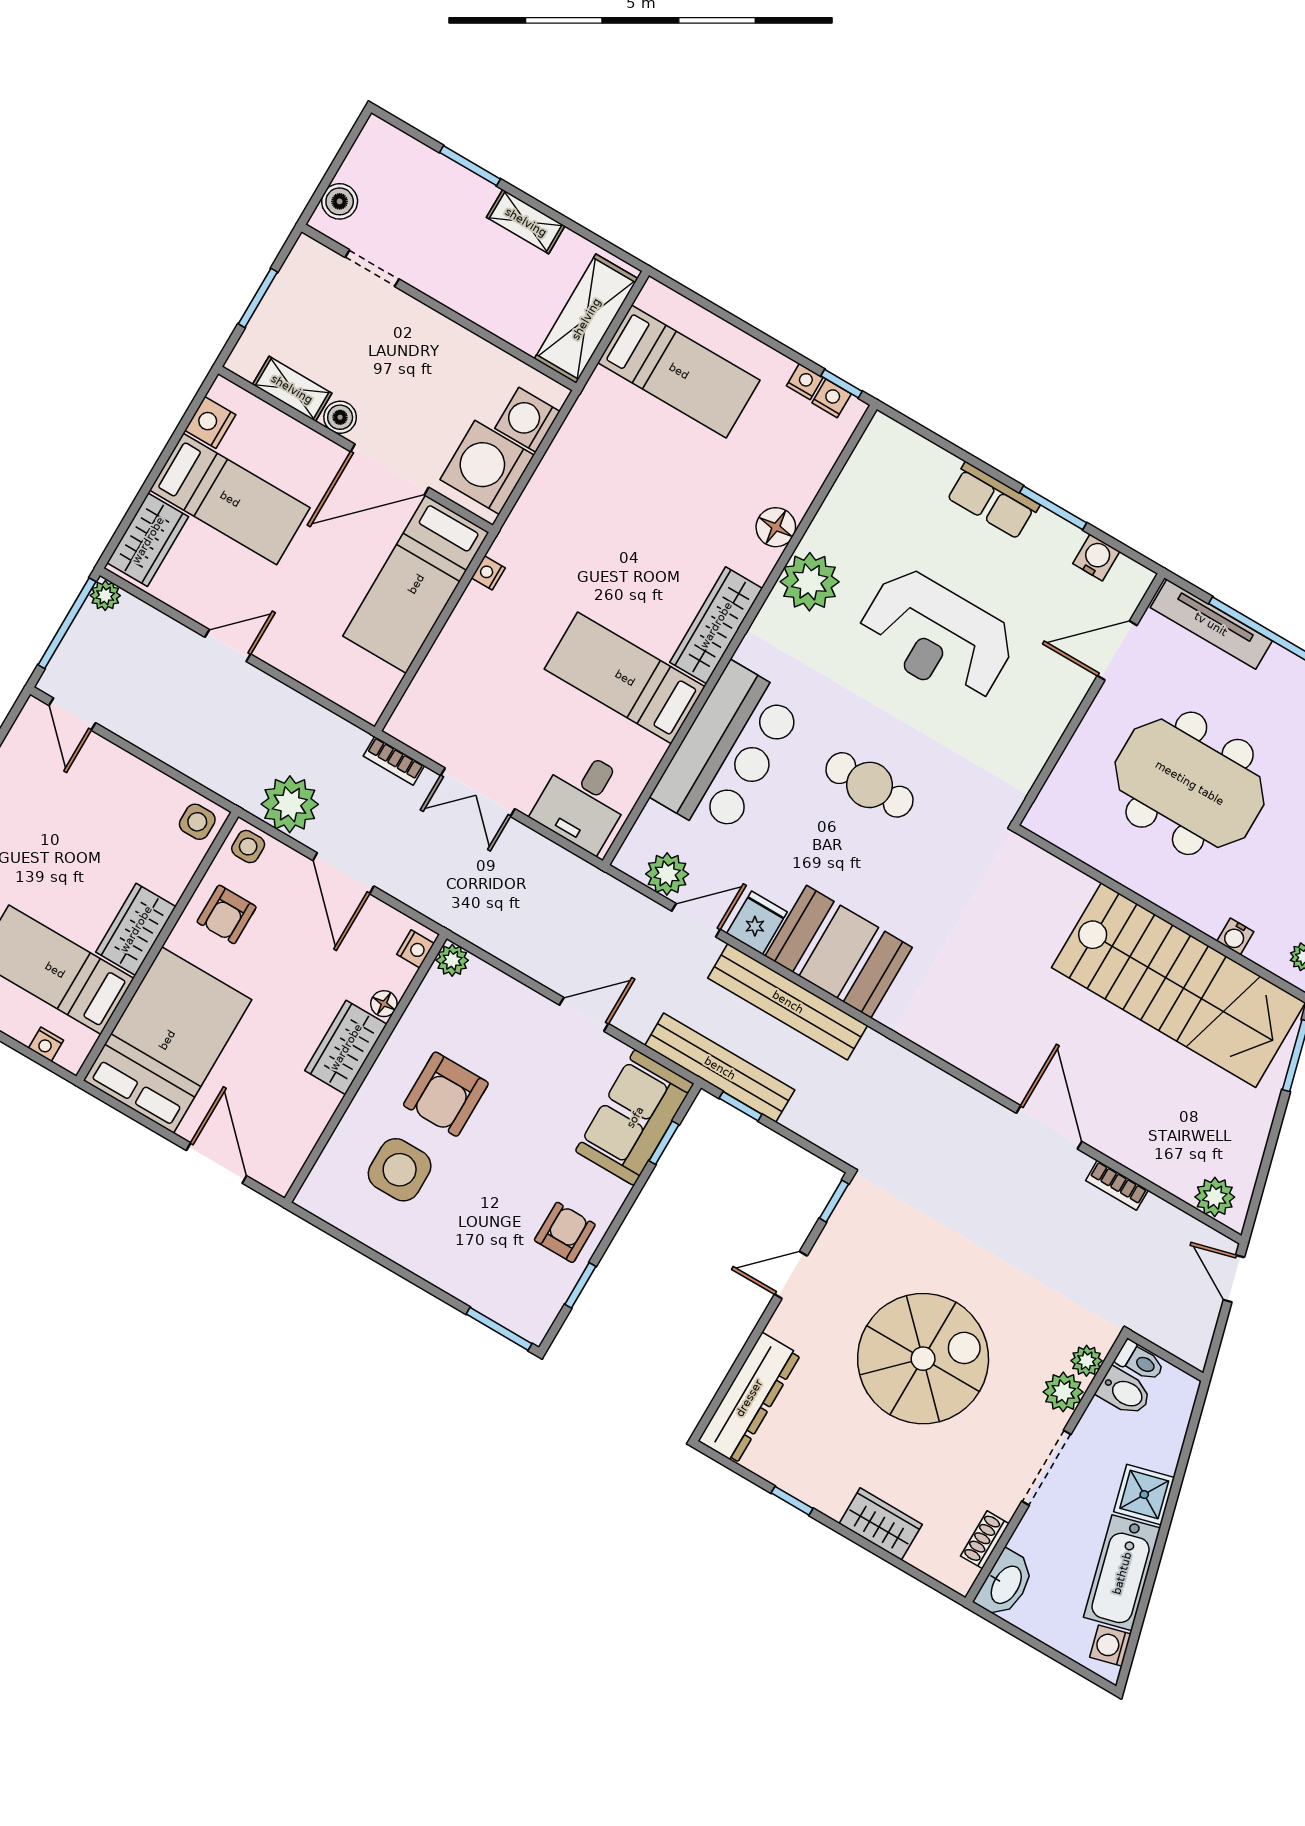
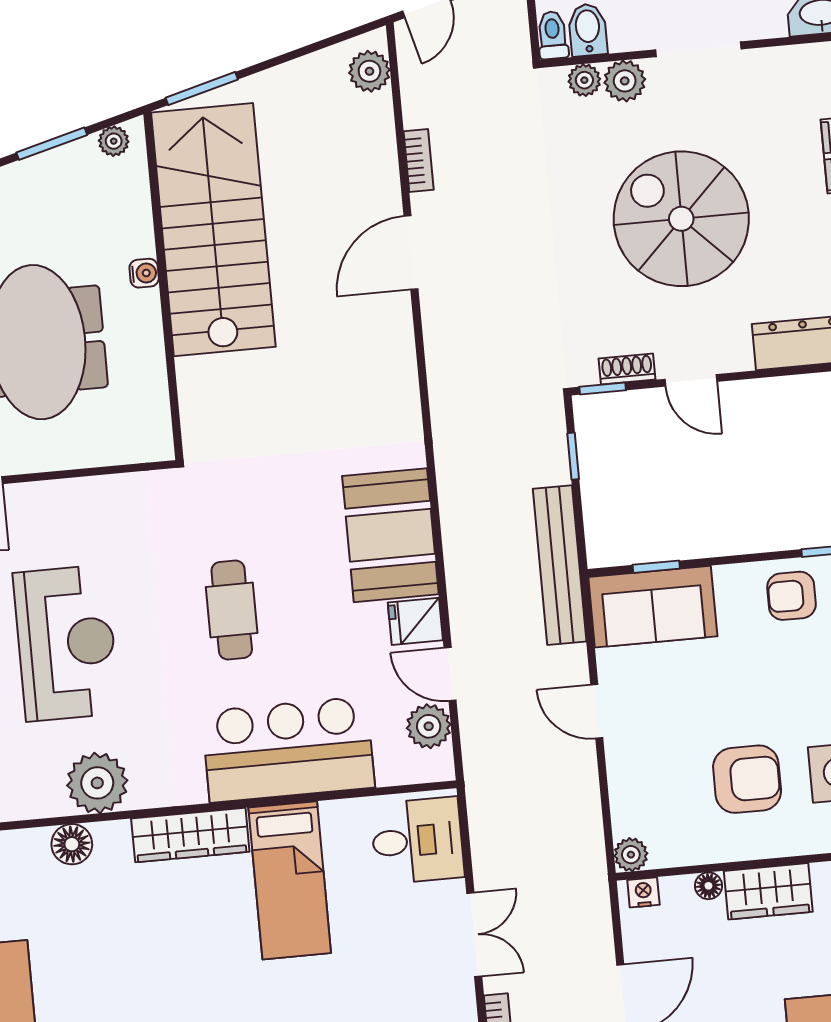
water cooler: (1235, 936) -> (144, 273), moved
bench: (788, 1002) -> (463, 548), removed
window: (741, 1106) -> (573, 456), moved
shoe rack: (985, 1540) -> (627, 369), moved, turned 180

